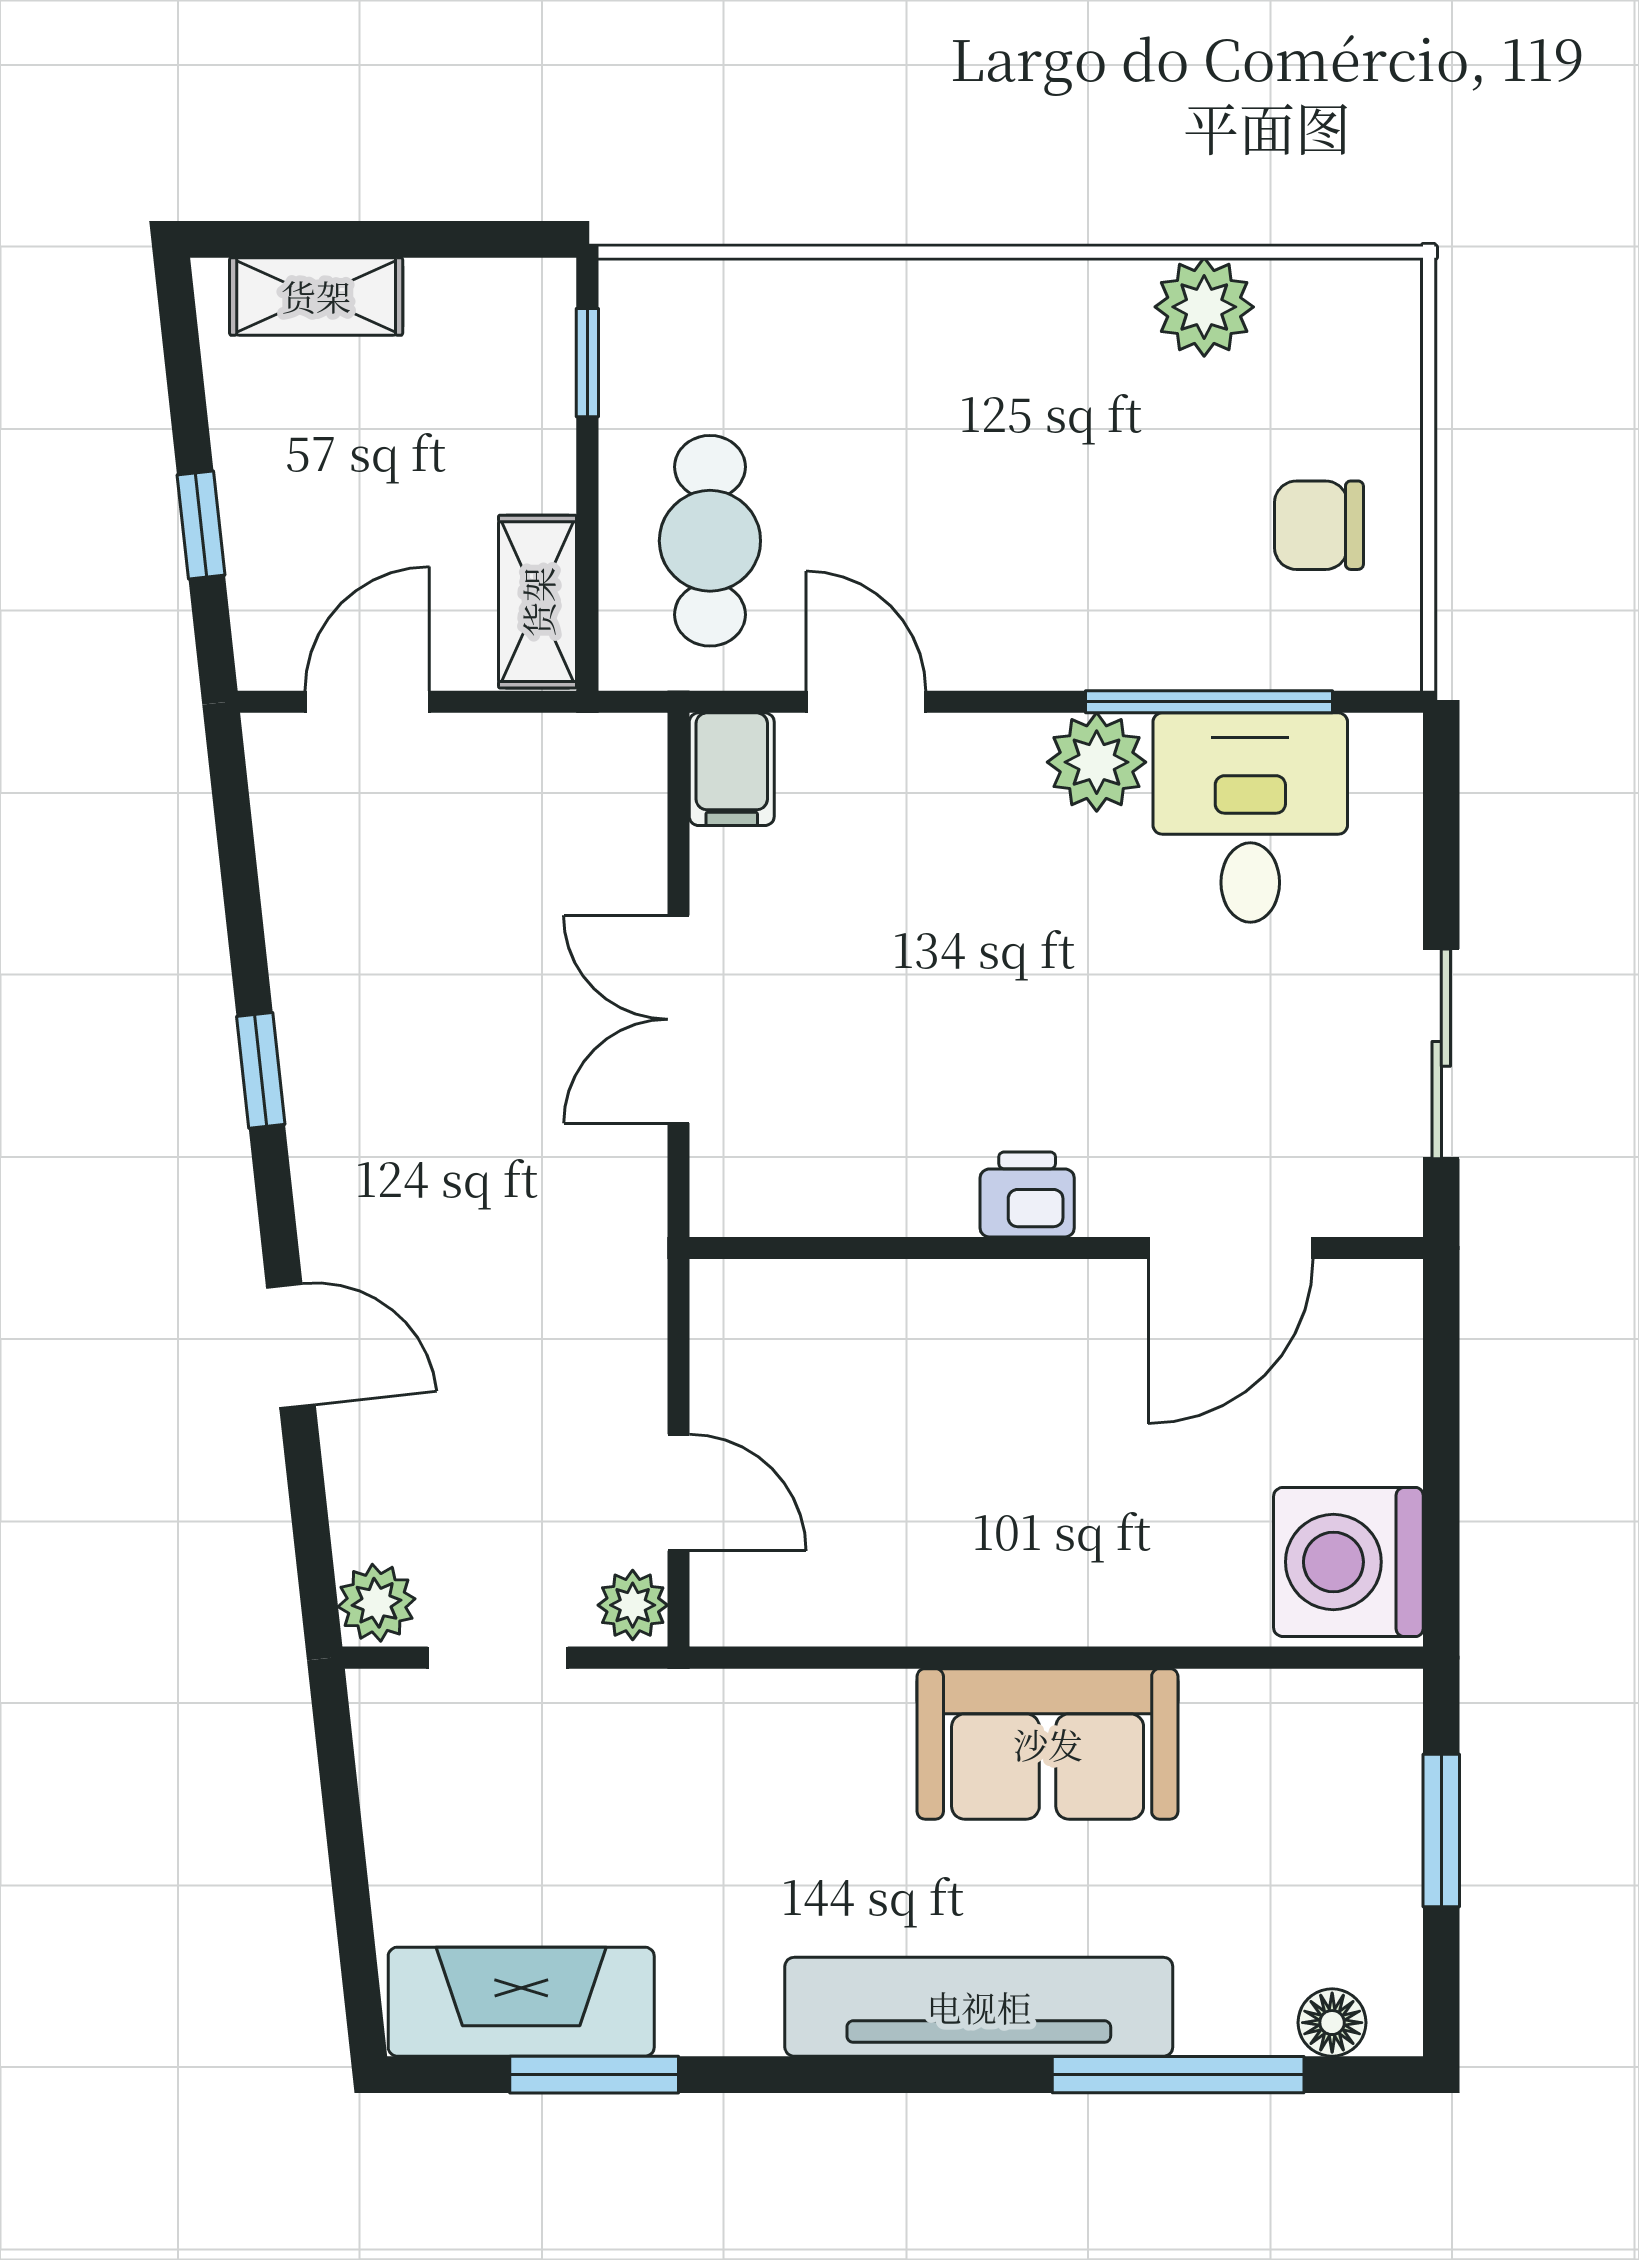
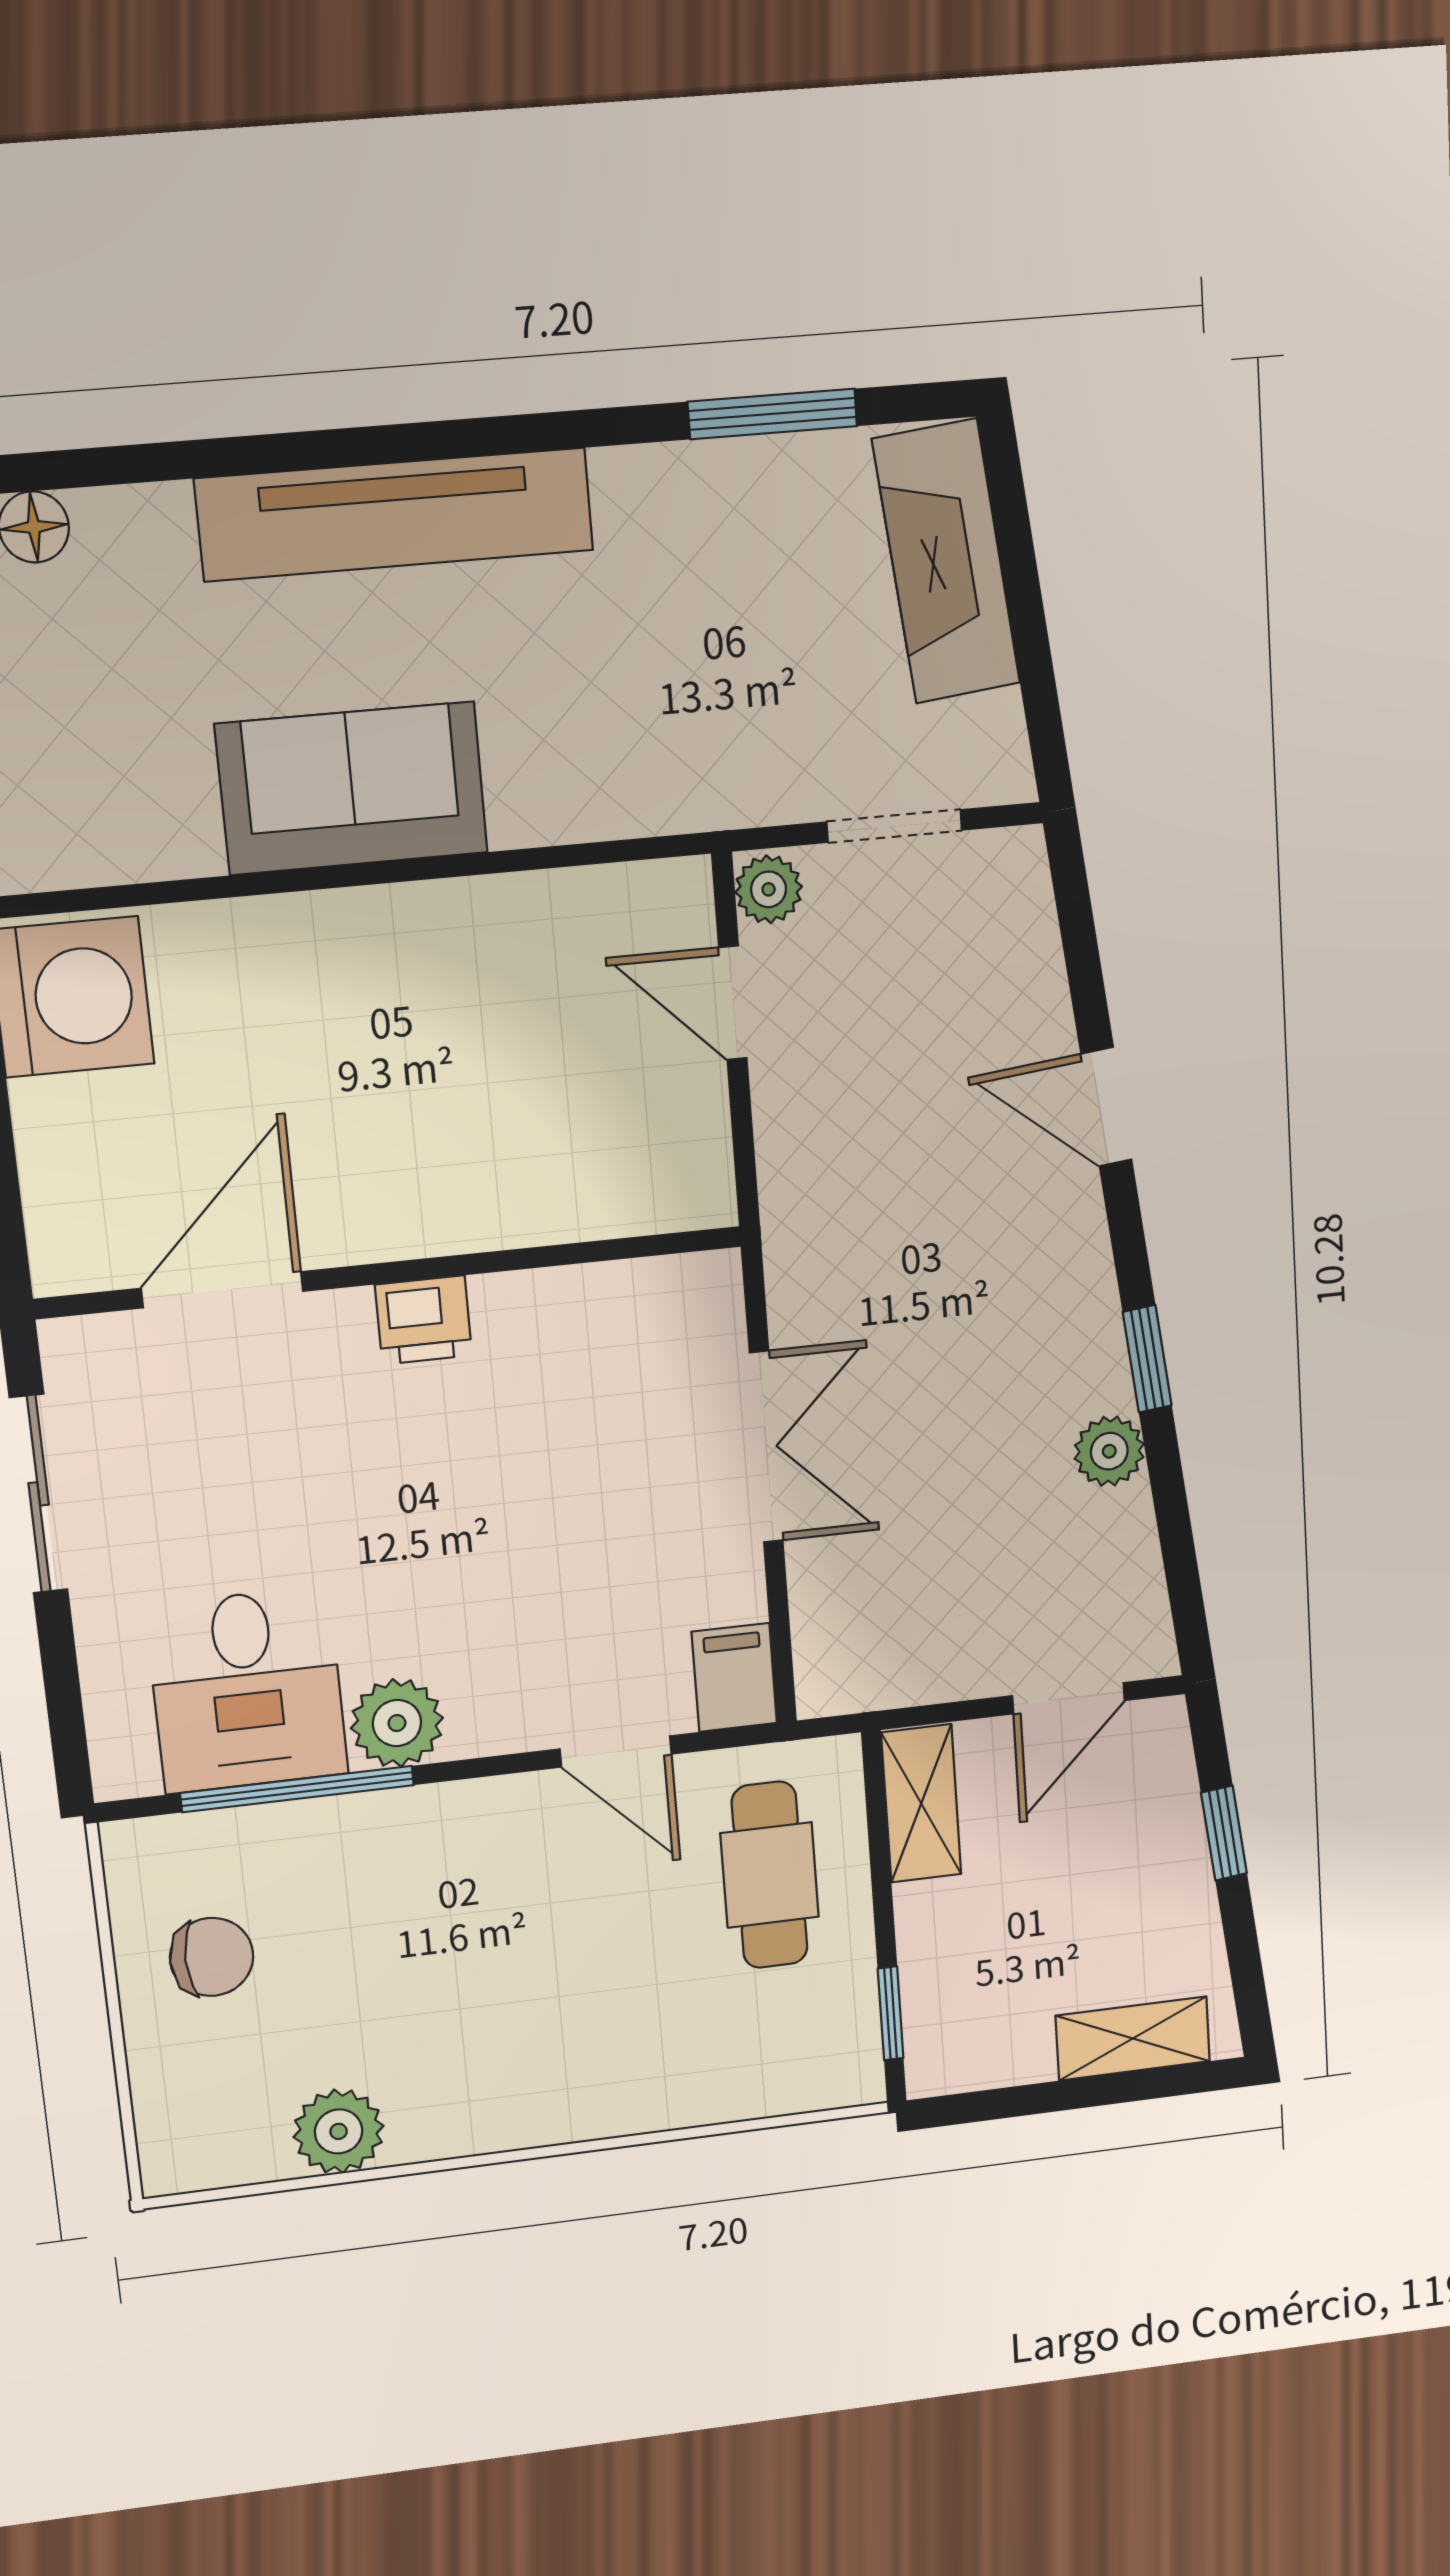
plant: (376, 1603) -> (1109, 1451), moved
fireplace: (521, 2002) -> (946, 562), moved, turned 84
window: (1178, 2075) -> (186, 460), removed

